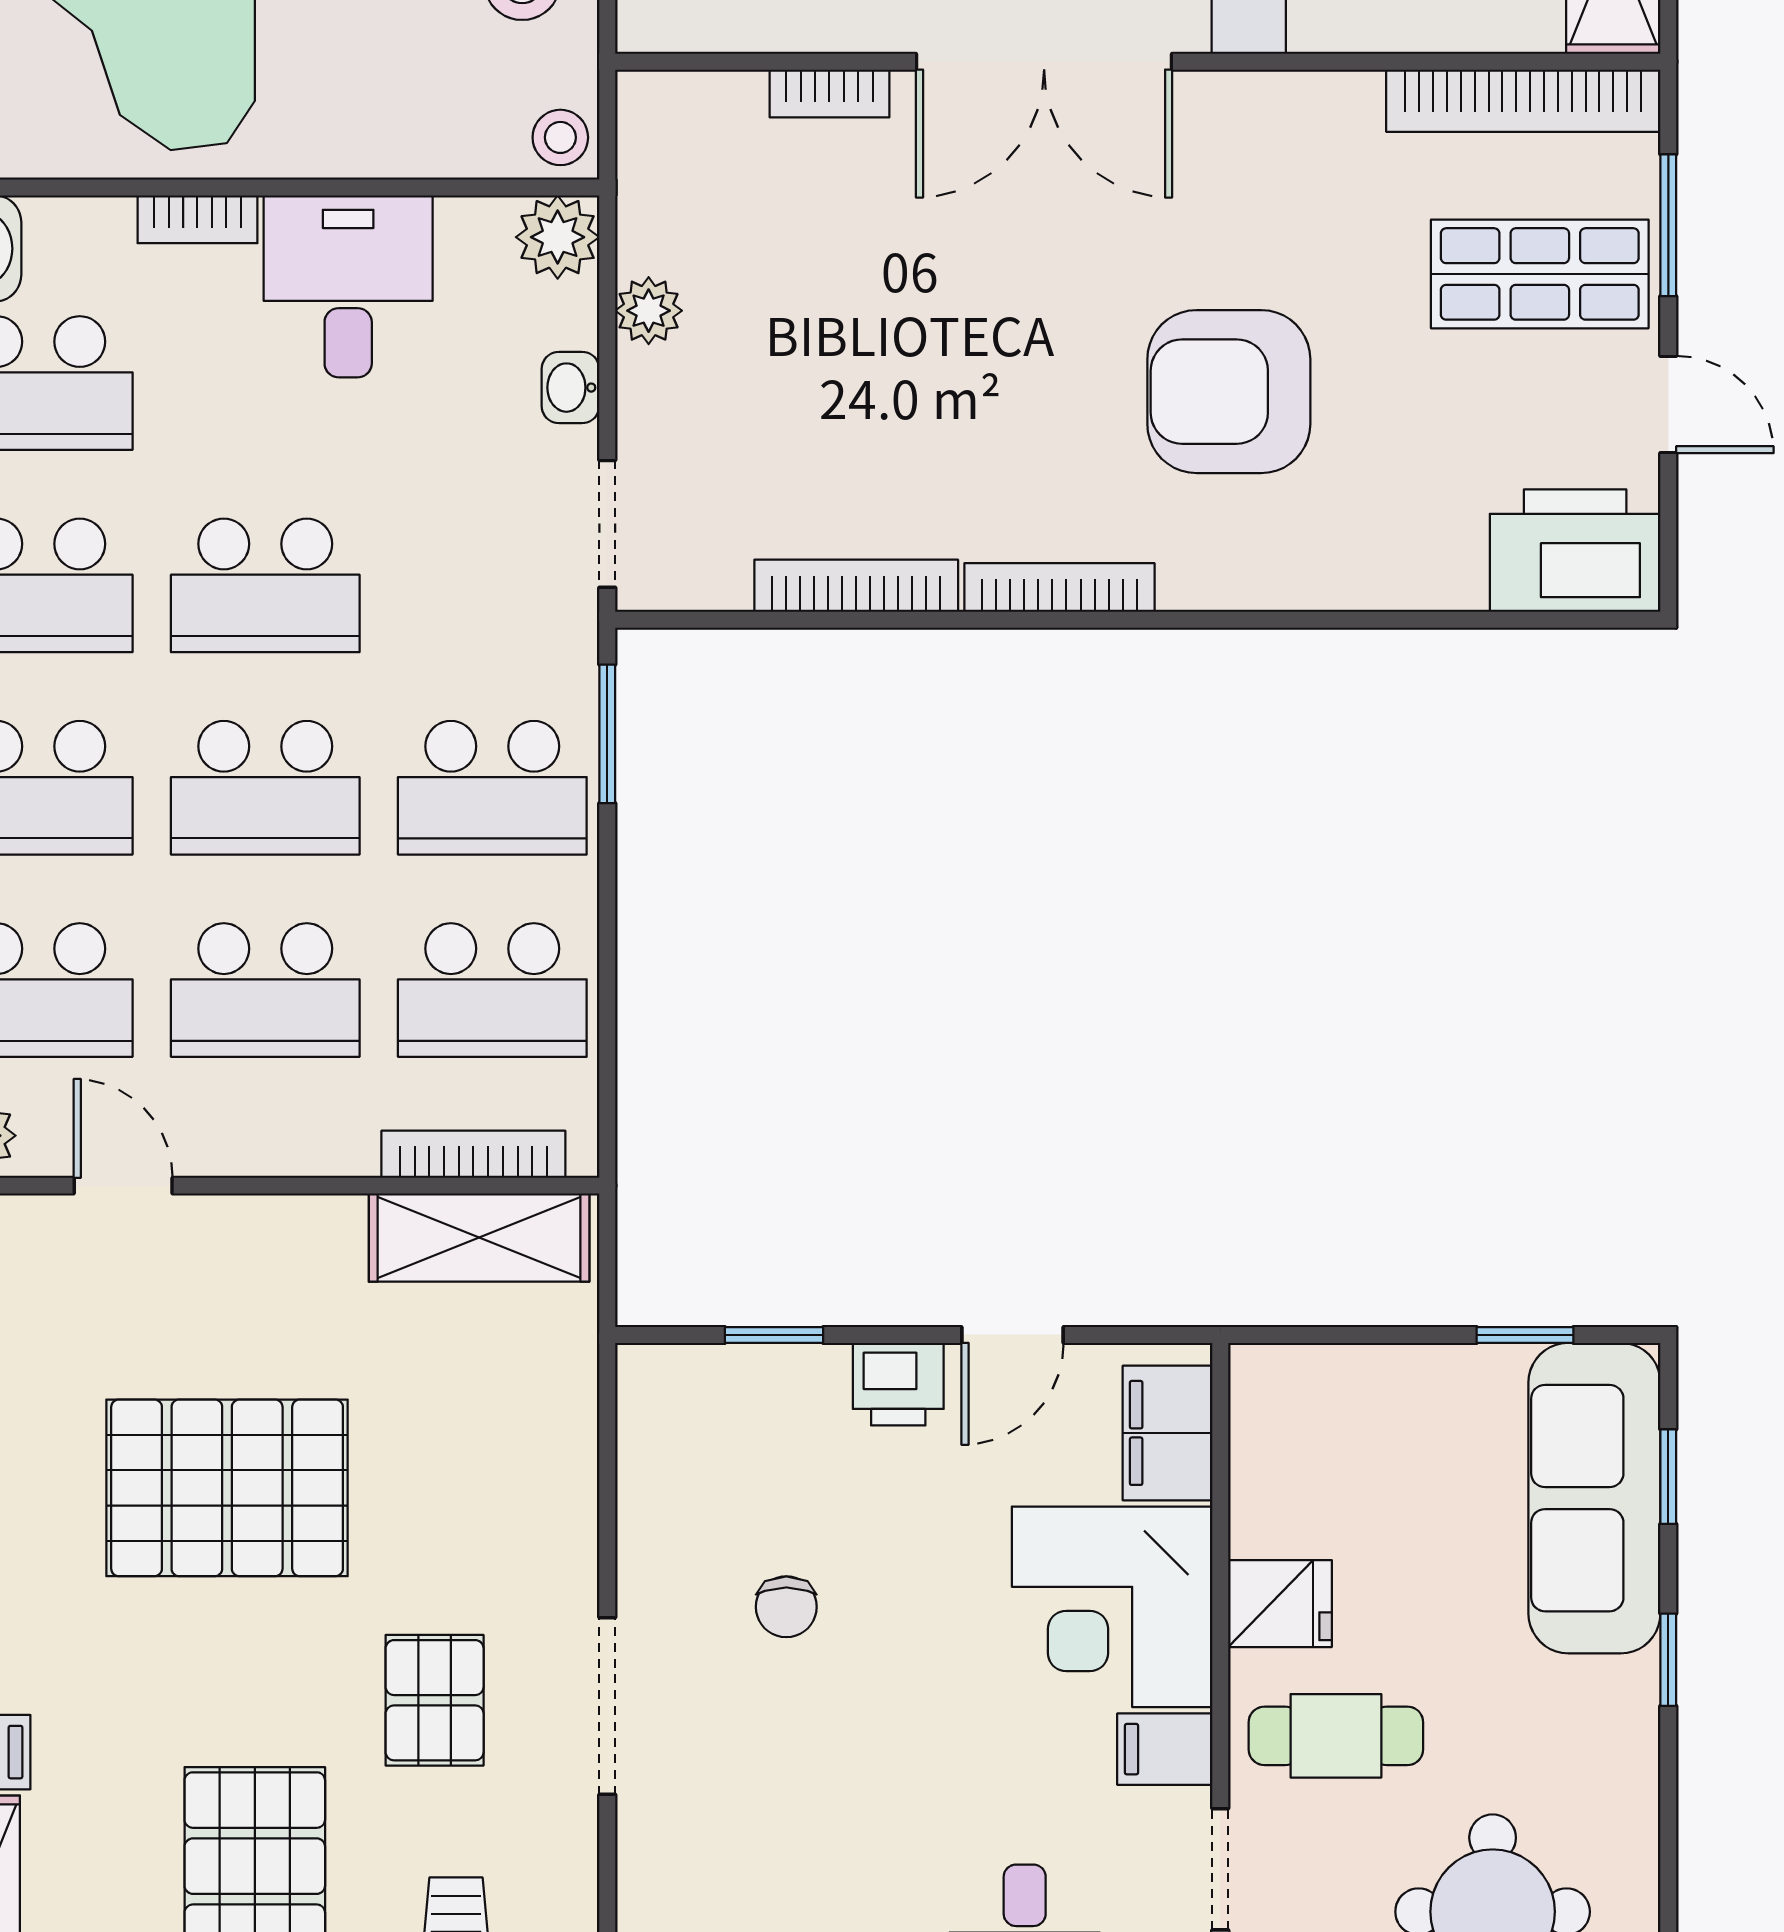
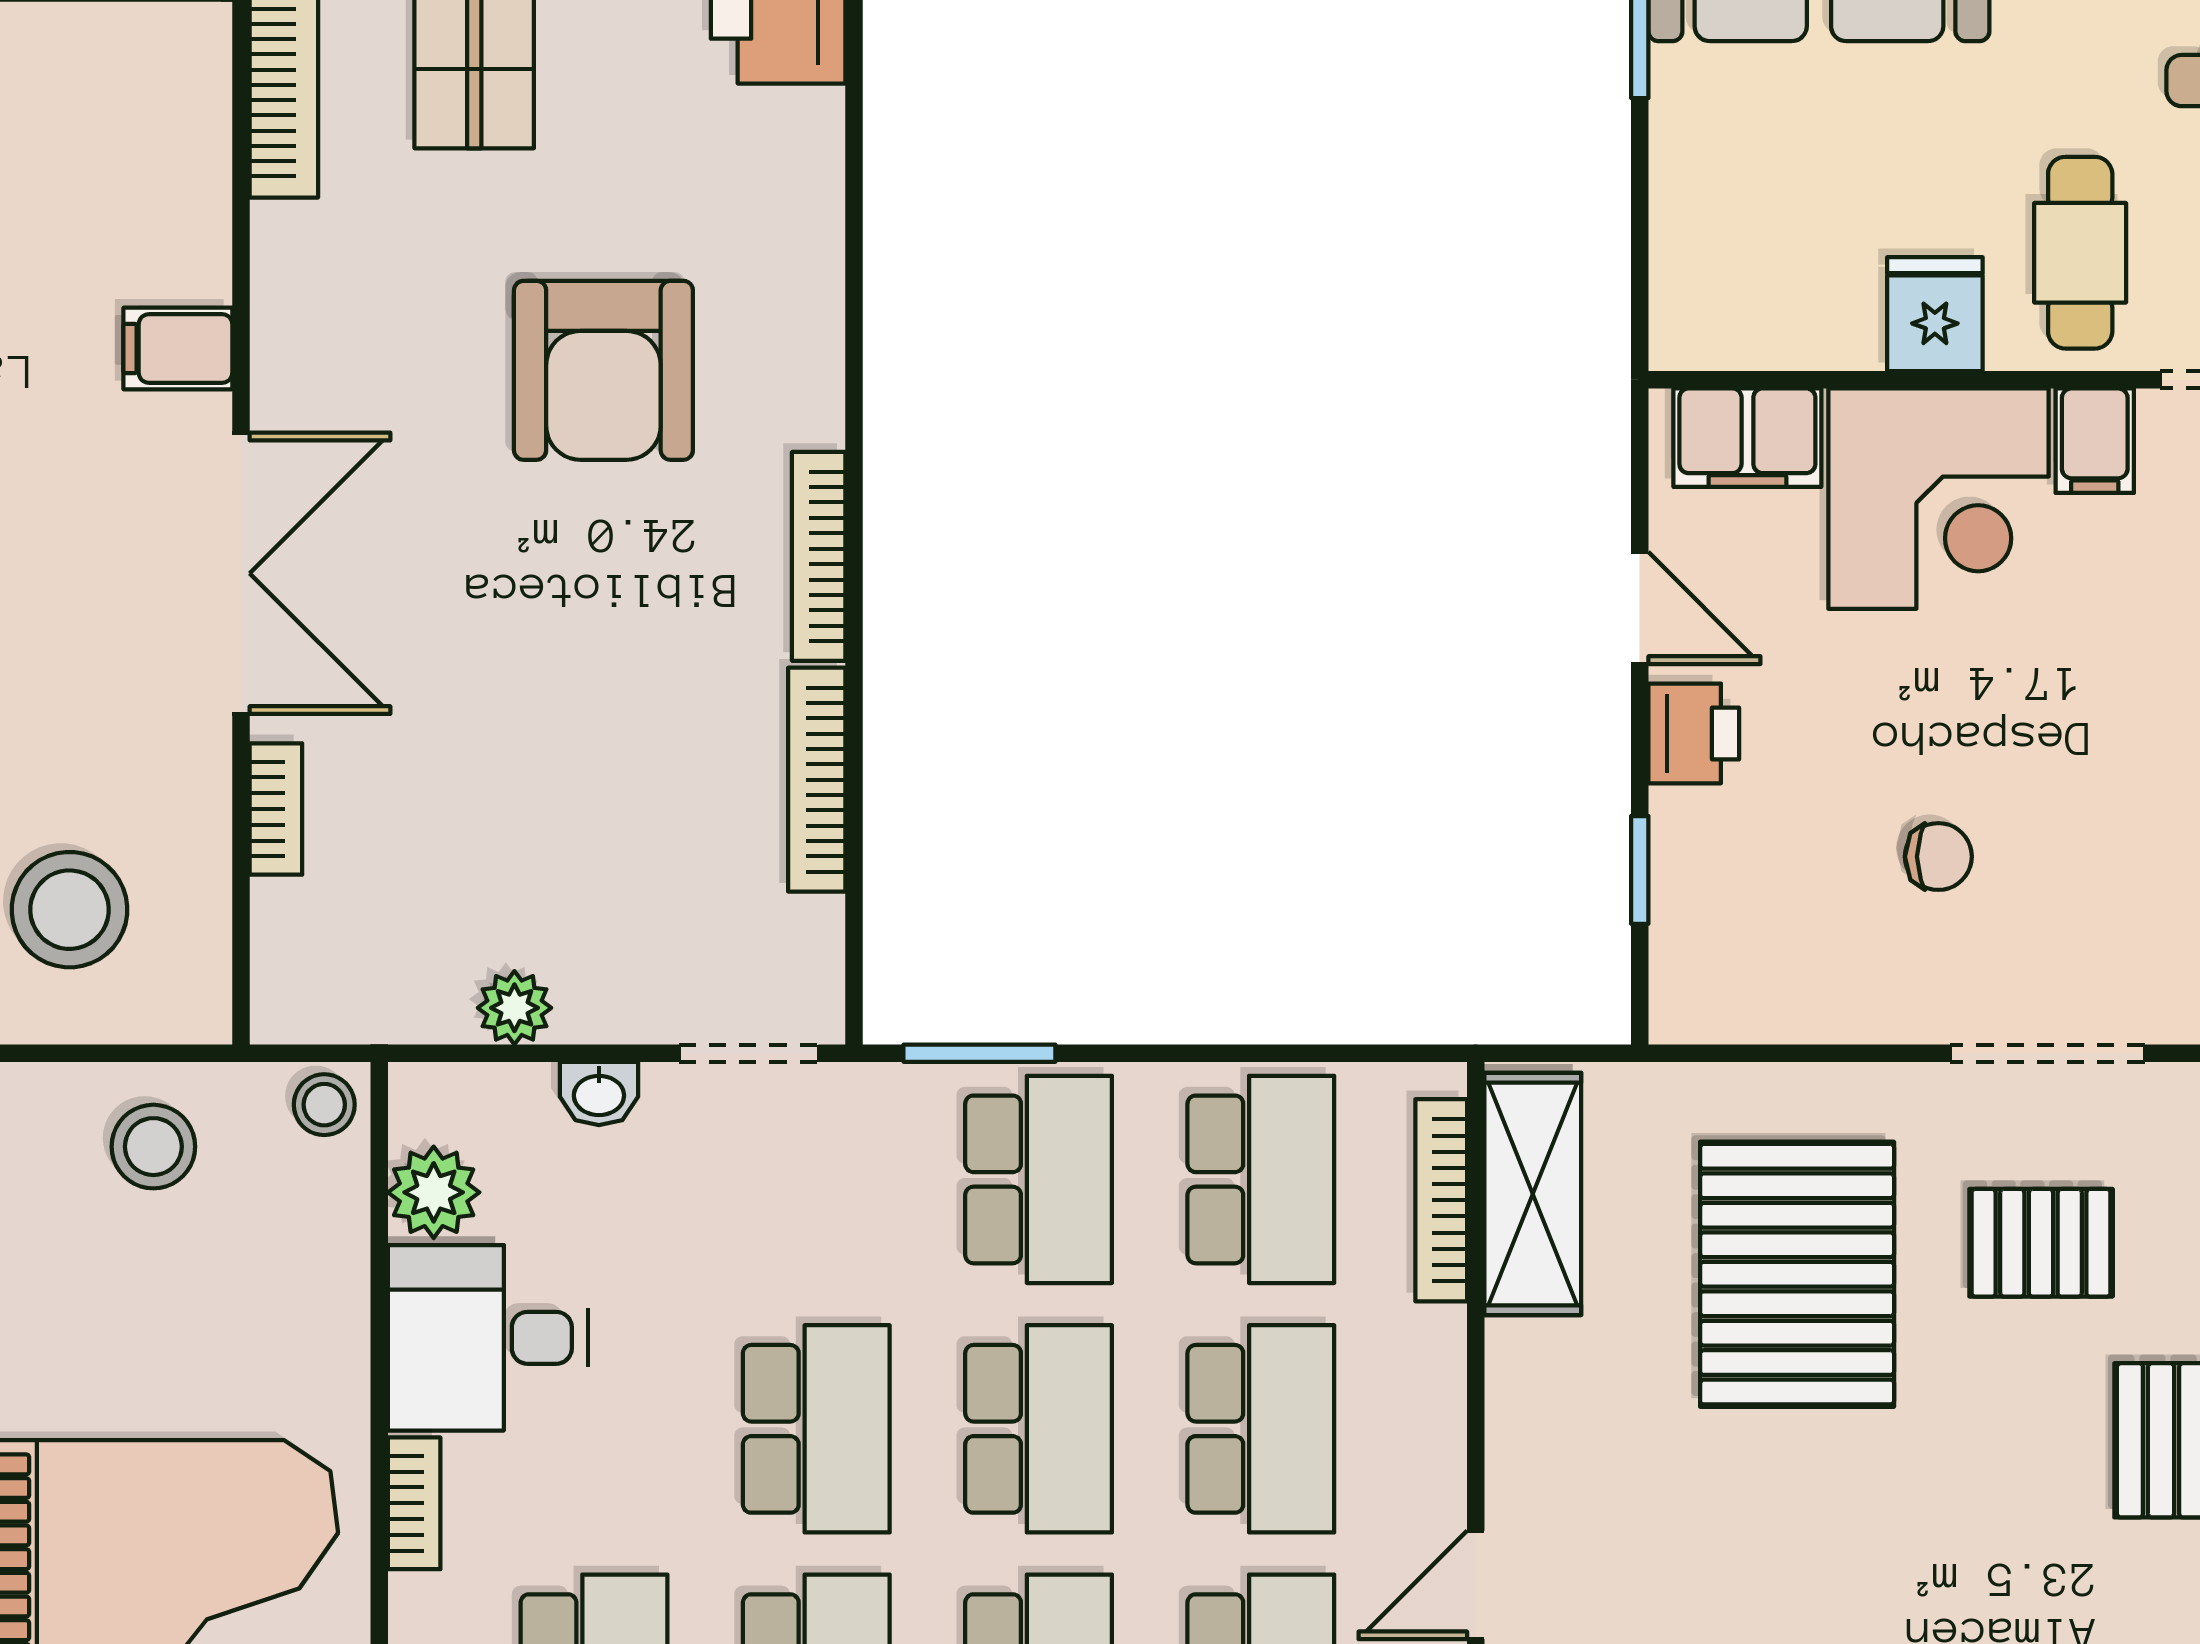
plant: (558, 237) -> (434, 1192), moved
pallet: (227, 1488) -> (1797, 1274), moved

